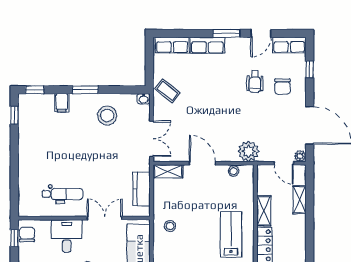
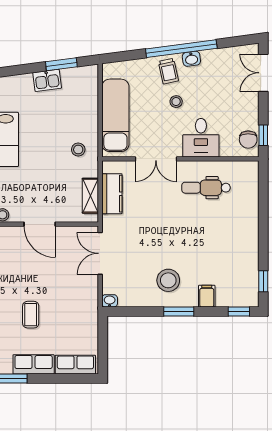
coffee table: (167, 91) -> (31, 315), moved, turned 52
stool: (107, 116) -> (168, 280), moved
shelving: (168, 171) -> (90, 196), moved, turned 90

